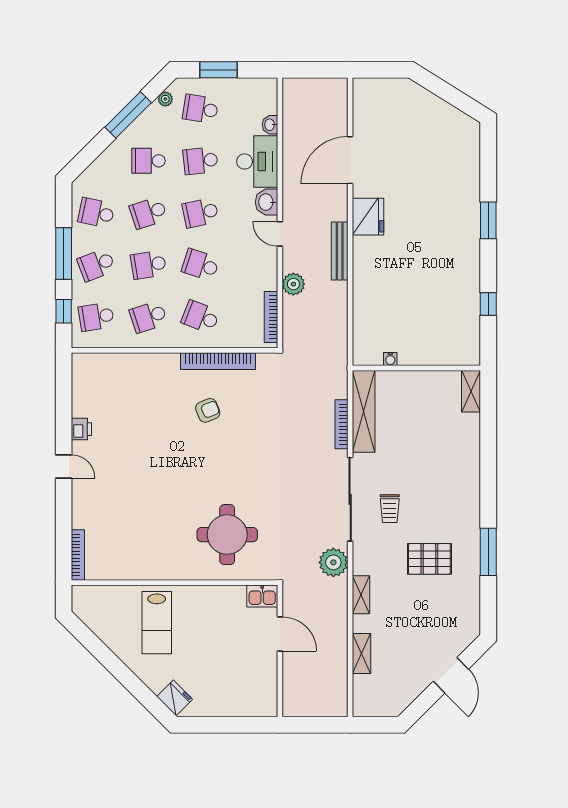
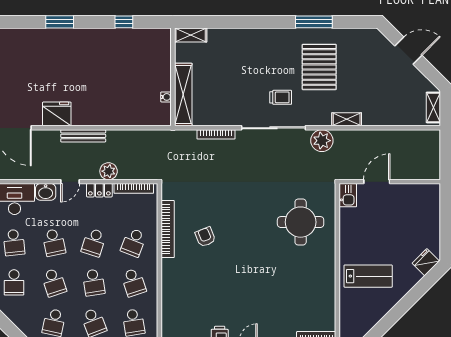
locker: (269, 272) -> (99, 190), added
shelving: (364, 411) -> (183, 94), moved, turned 90
pallet: (429, 559) -> (319, 67), width x1.37, depth x1.41
shelving: (361, 653) -> (433, 107), moved, turned 90

